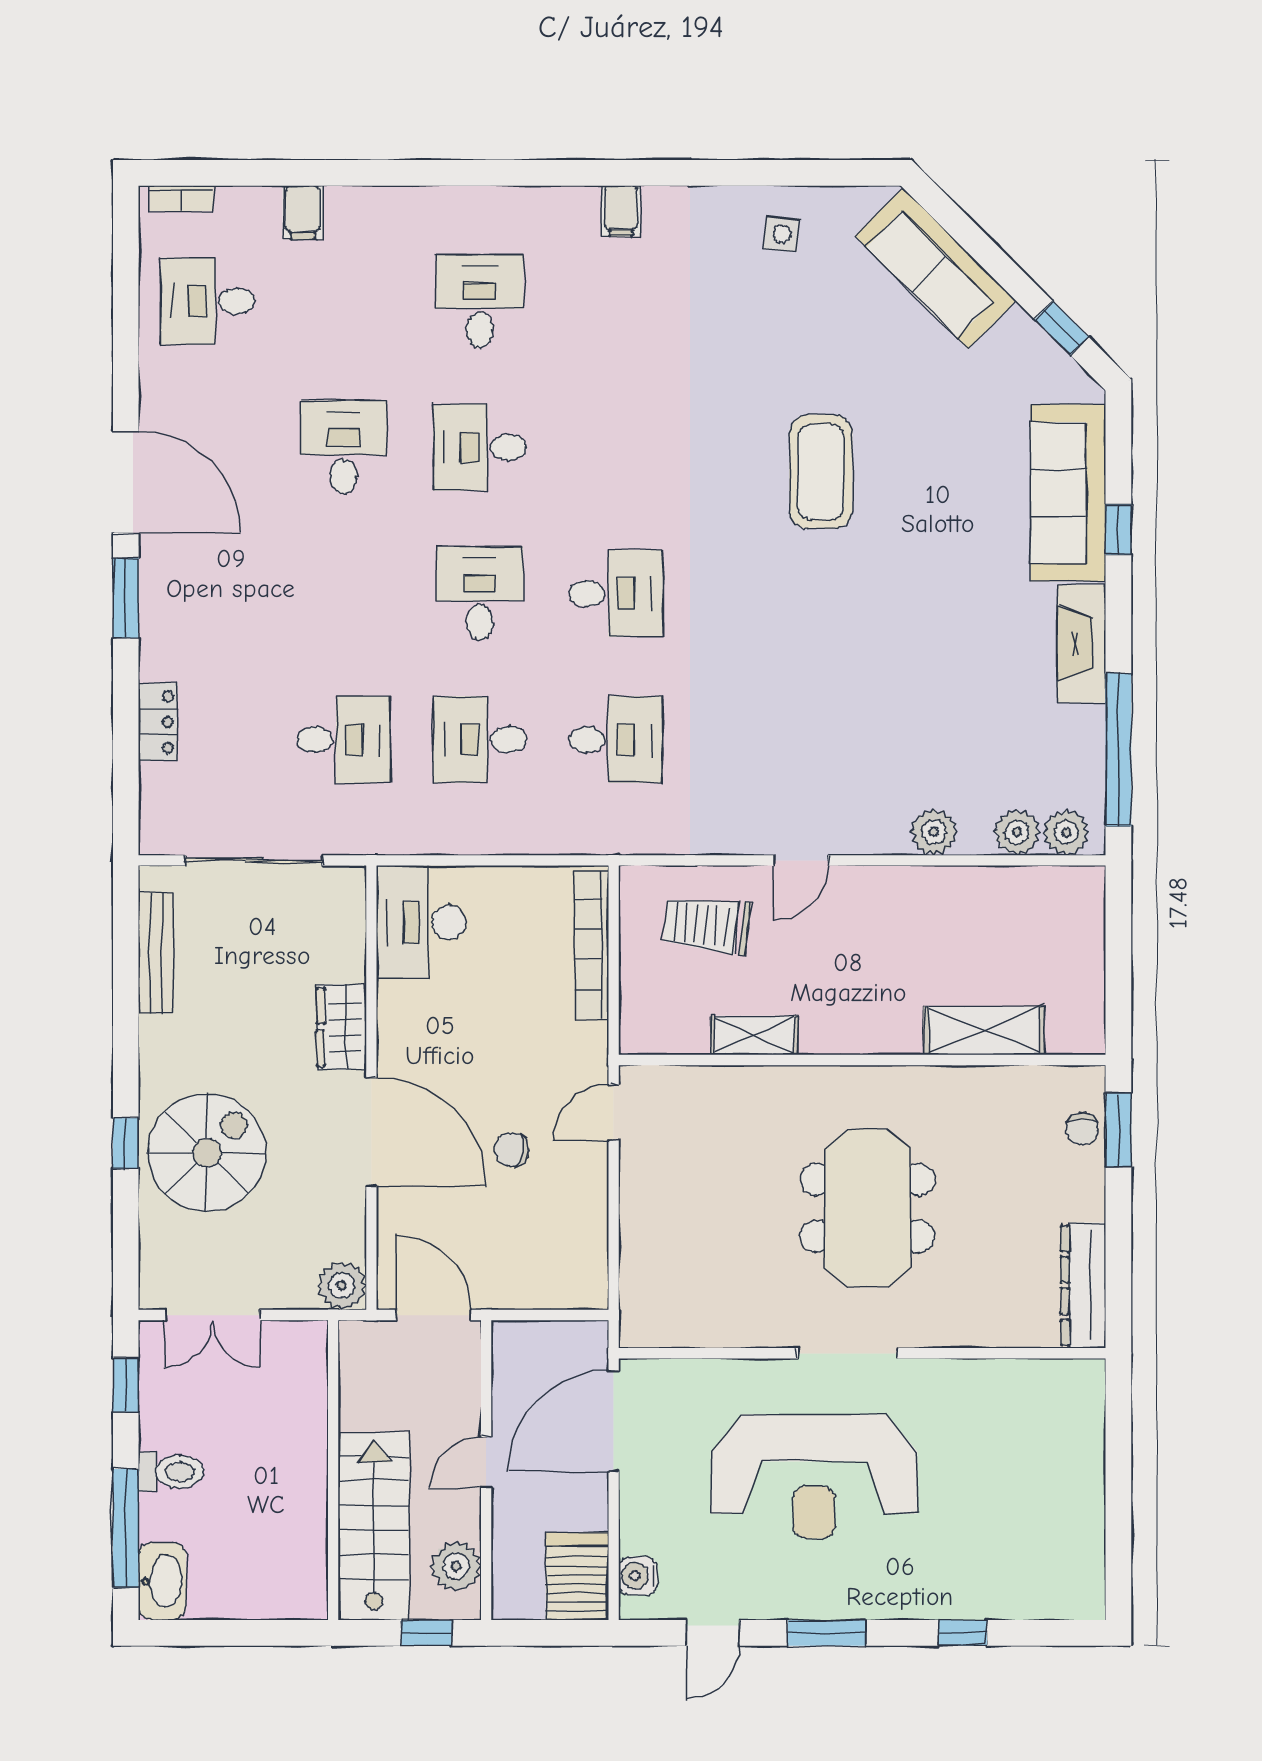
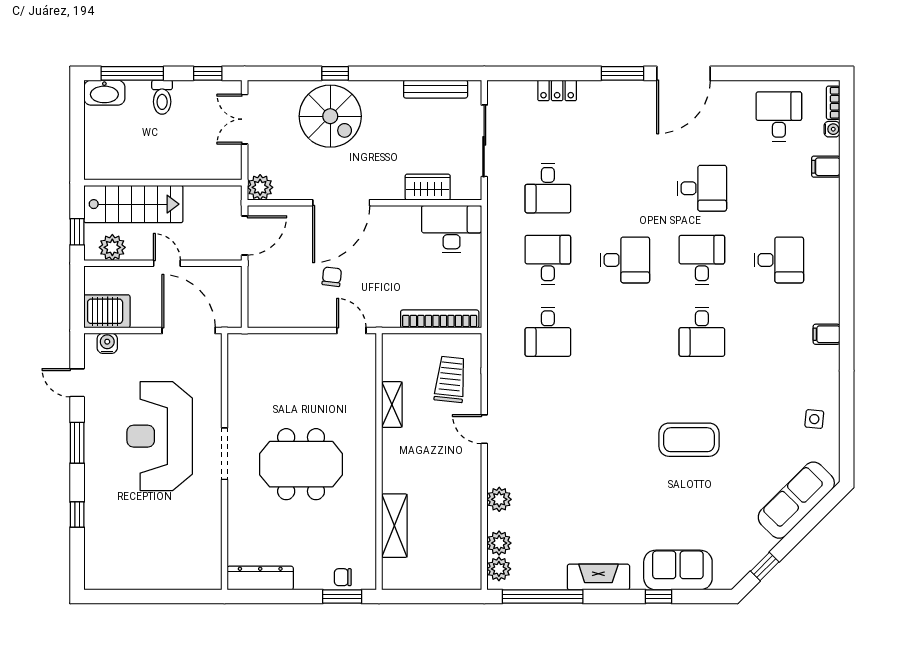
water cooler: (232, 200) -> (832, 129), added
sofa: (1068, 493) -> (678, 570), width x0.73
desk: (616, 593) -> (702, 332), moved
wardrobe: (342, 1027) -> (428, 187), moved

